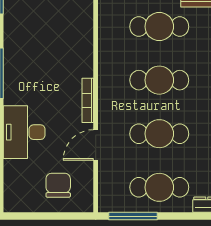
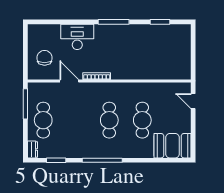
cafe table: (159, 134) -> (76, 120), removed
chair: (58, 185) -> (45, 58), turned -90

